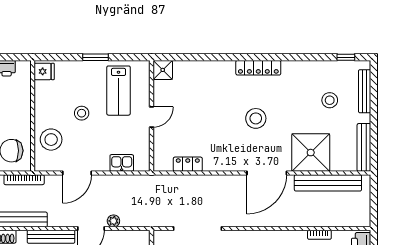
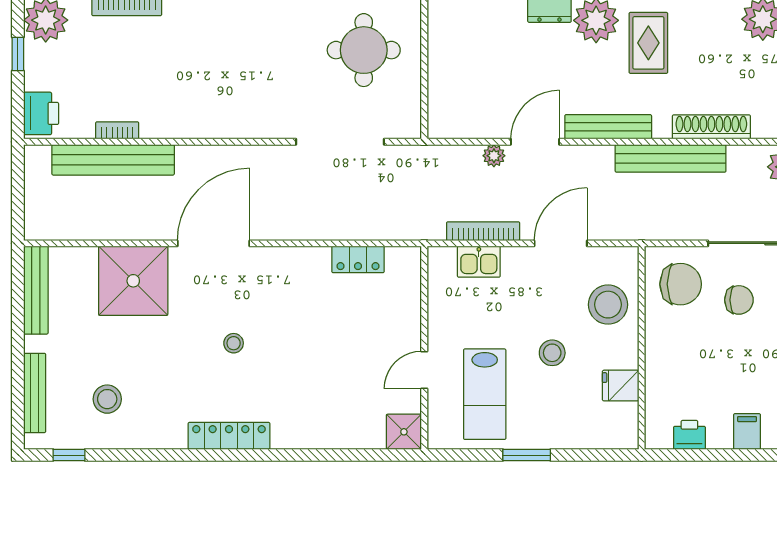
fridge: (44, 71) -> (621, 386), moved
lab bench: (118, 91) -> (485, 394), turned 180
stool: (330, 100) -> (107, 399), moved
door: (152, 117) -> (424, 370), moved
stool: (256, 118) -> (234, 343), width x0.53, depth x0.53
bookcase: (24, 180) -> (483, 231), moved
bench: (328, 183) -> (113, 160), moved

